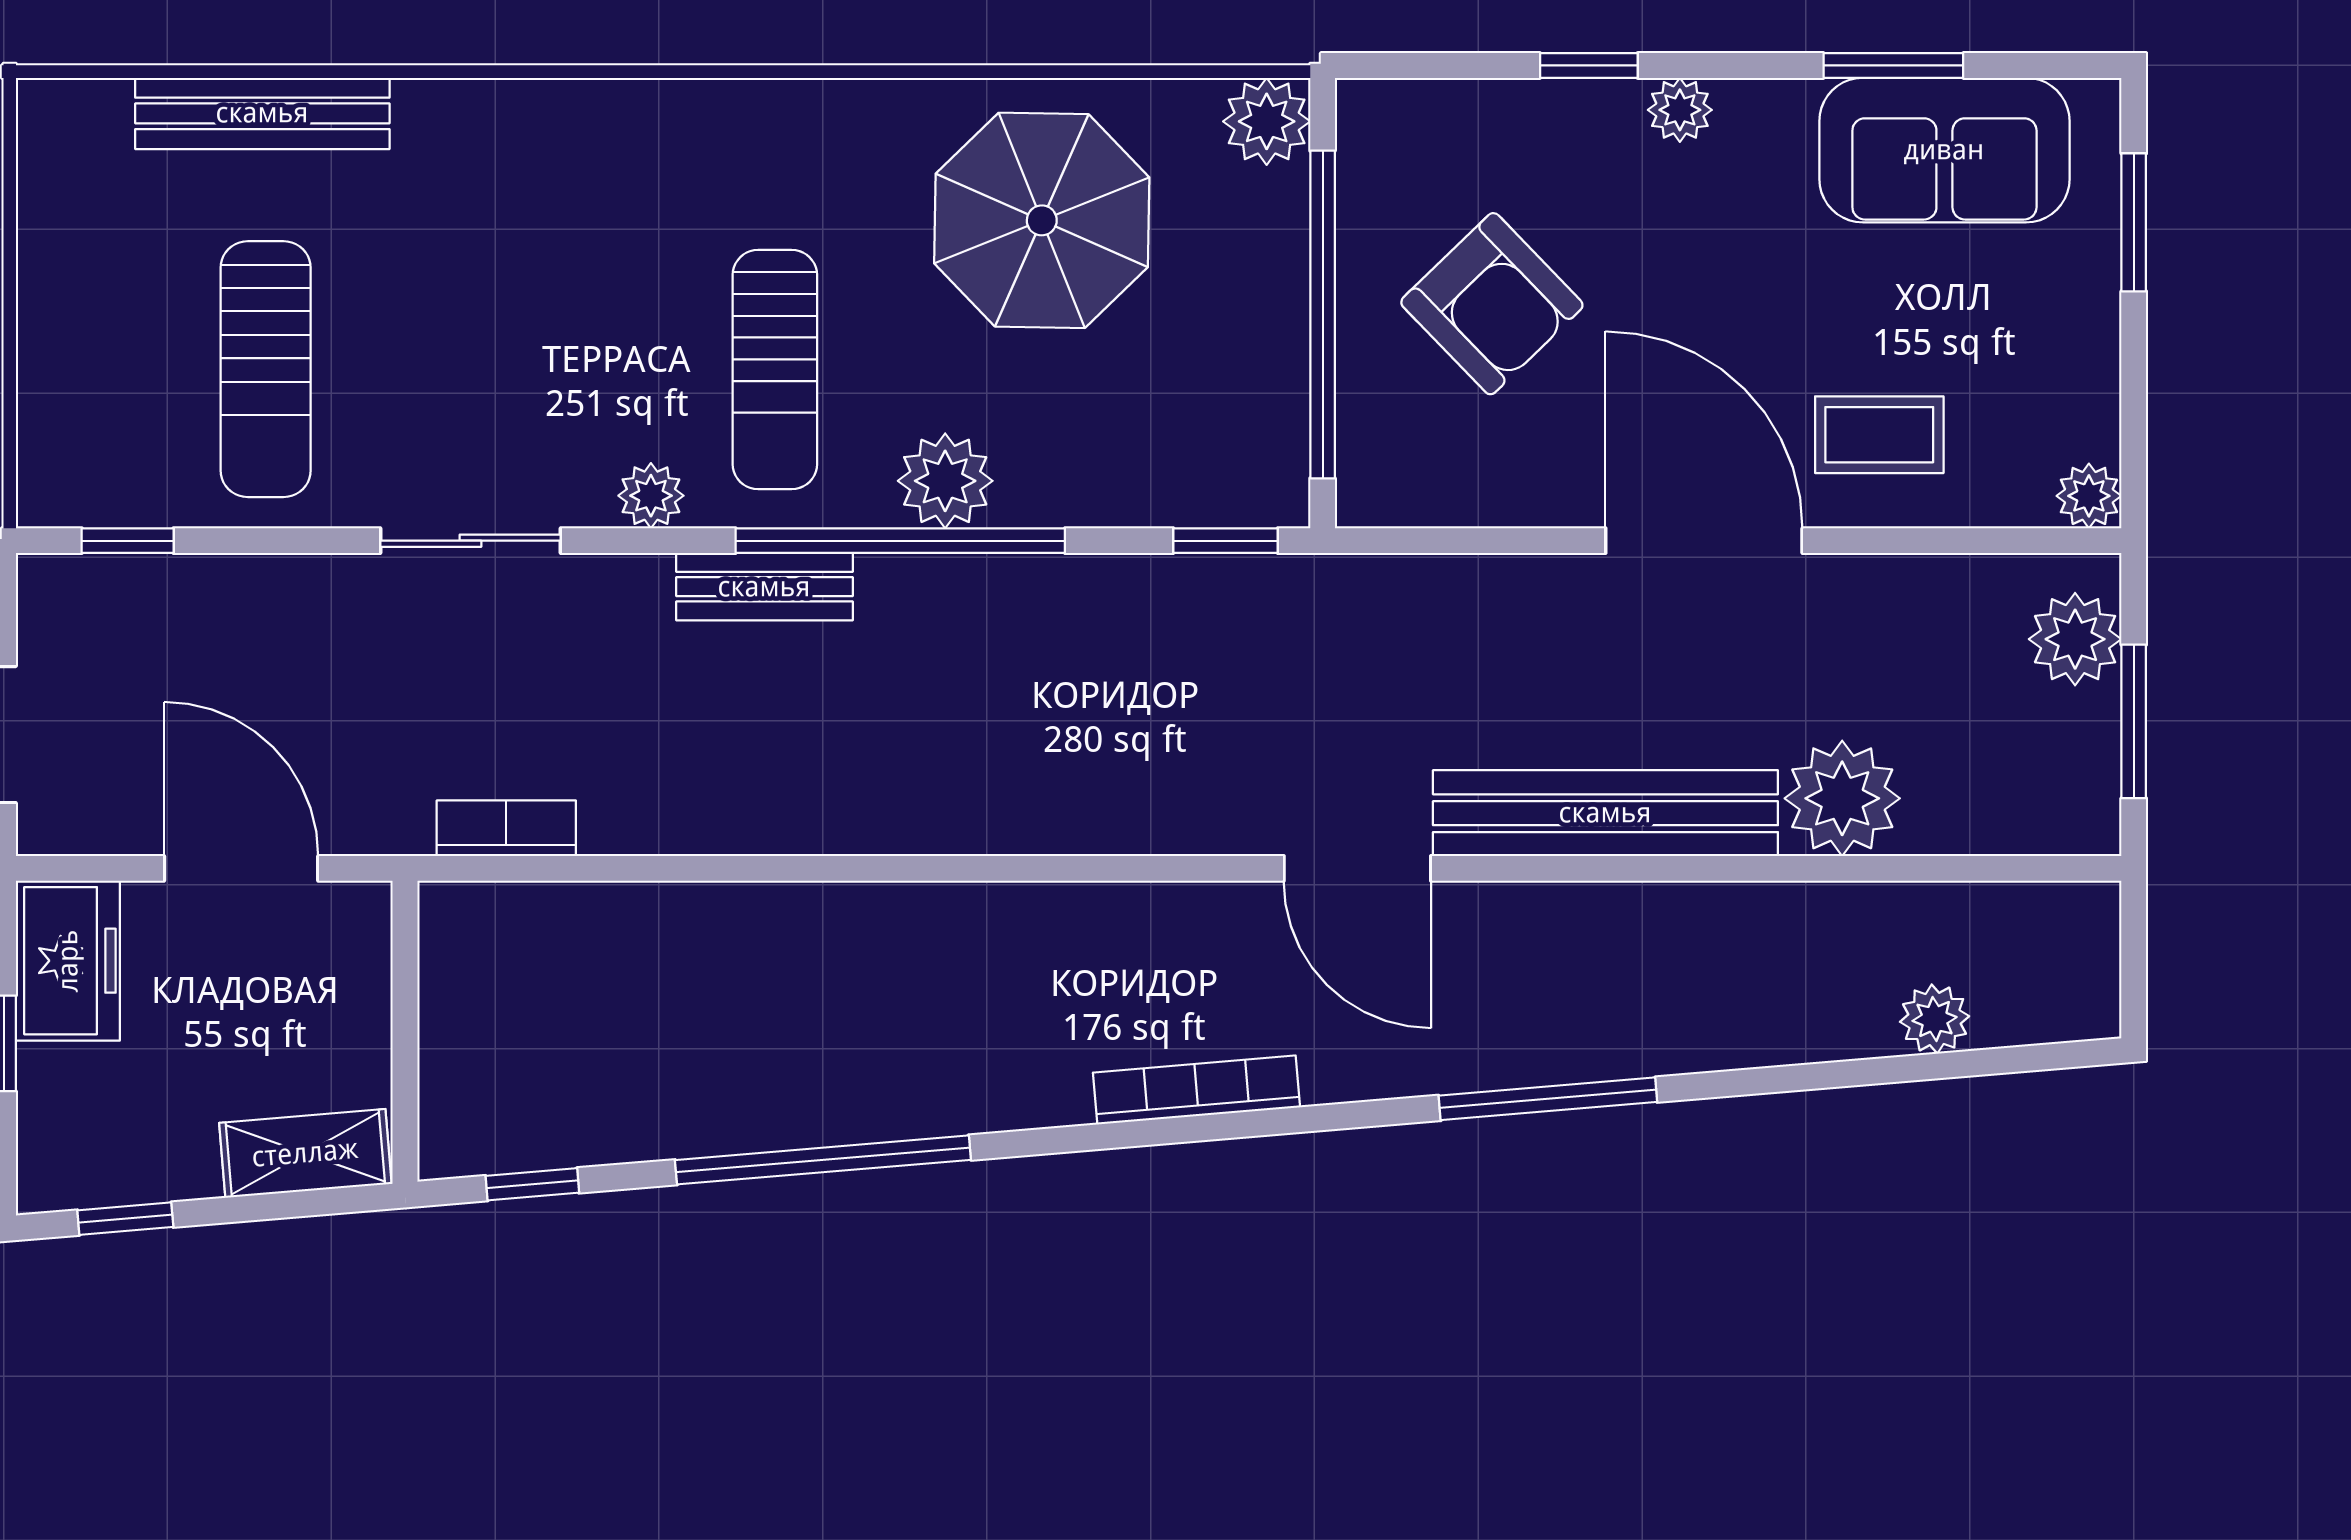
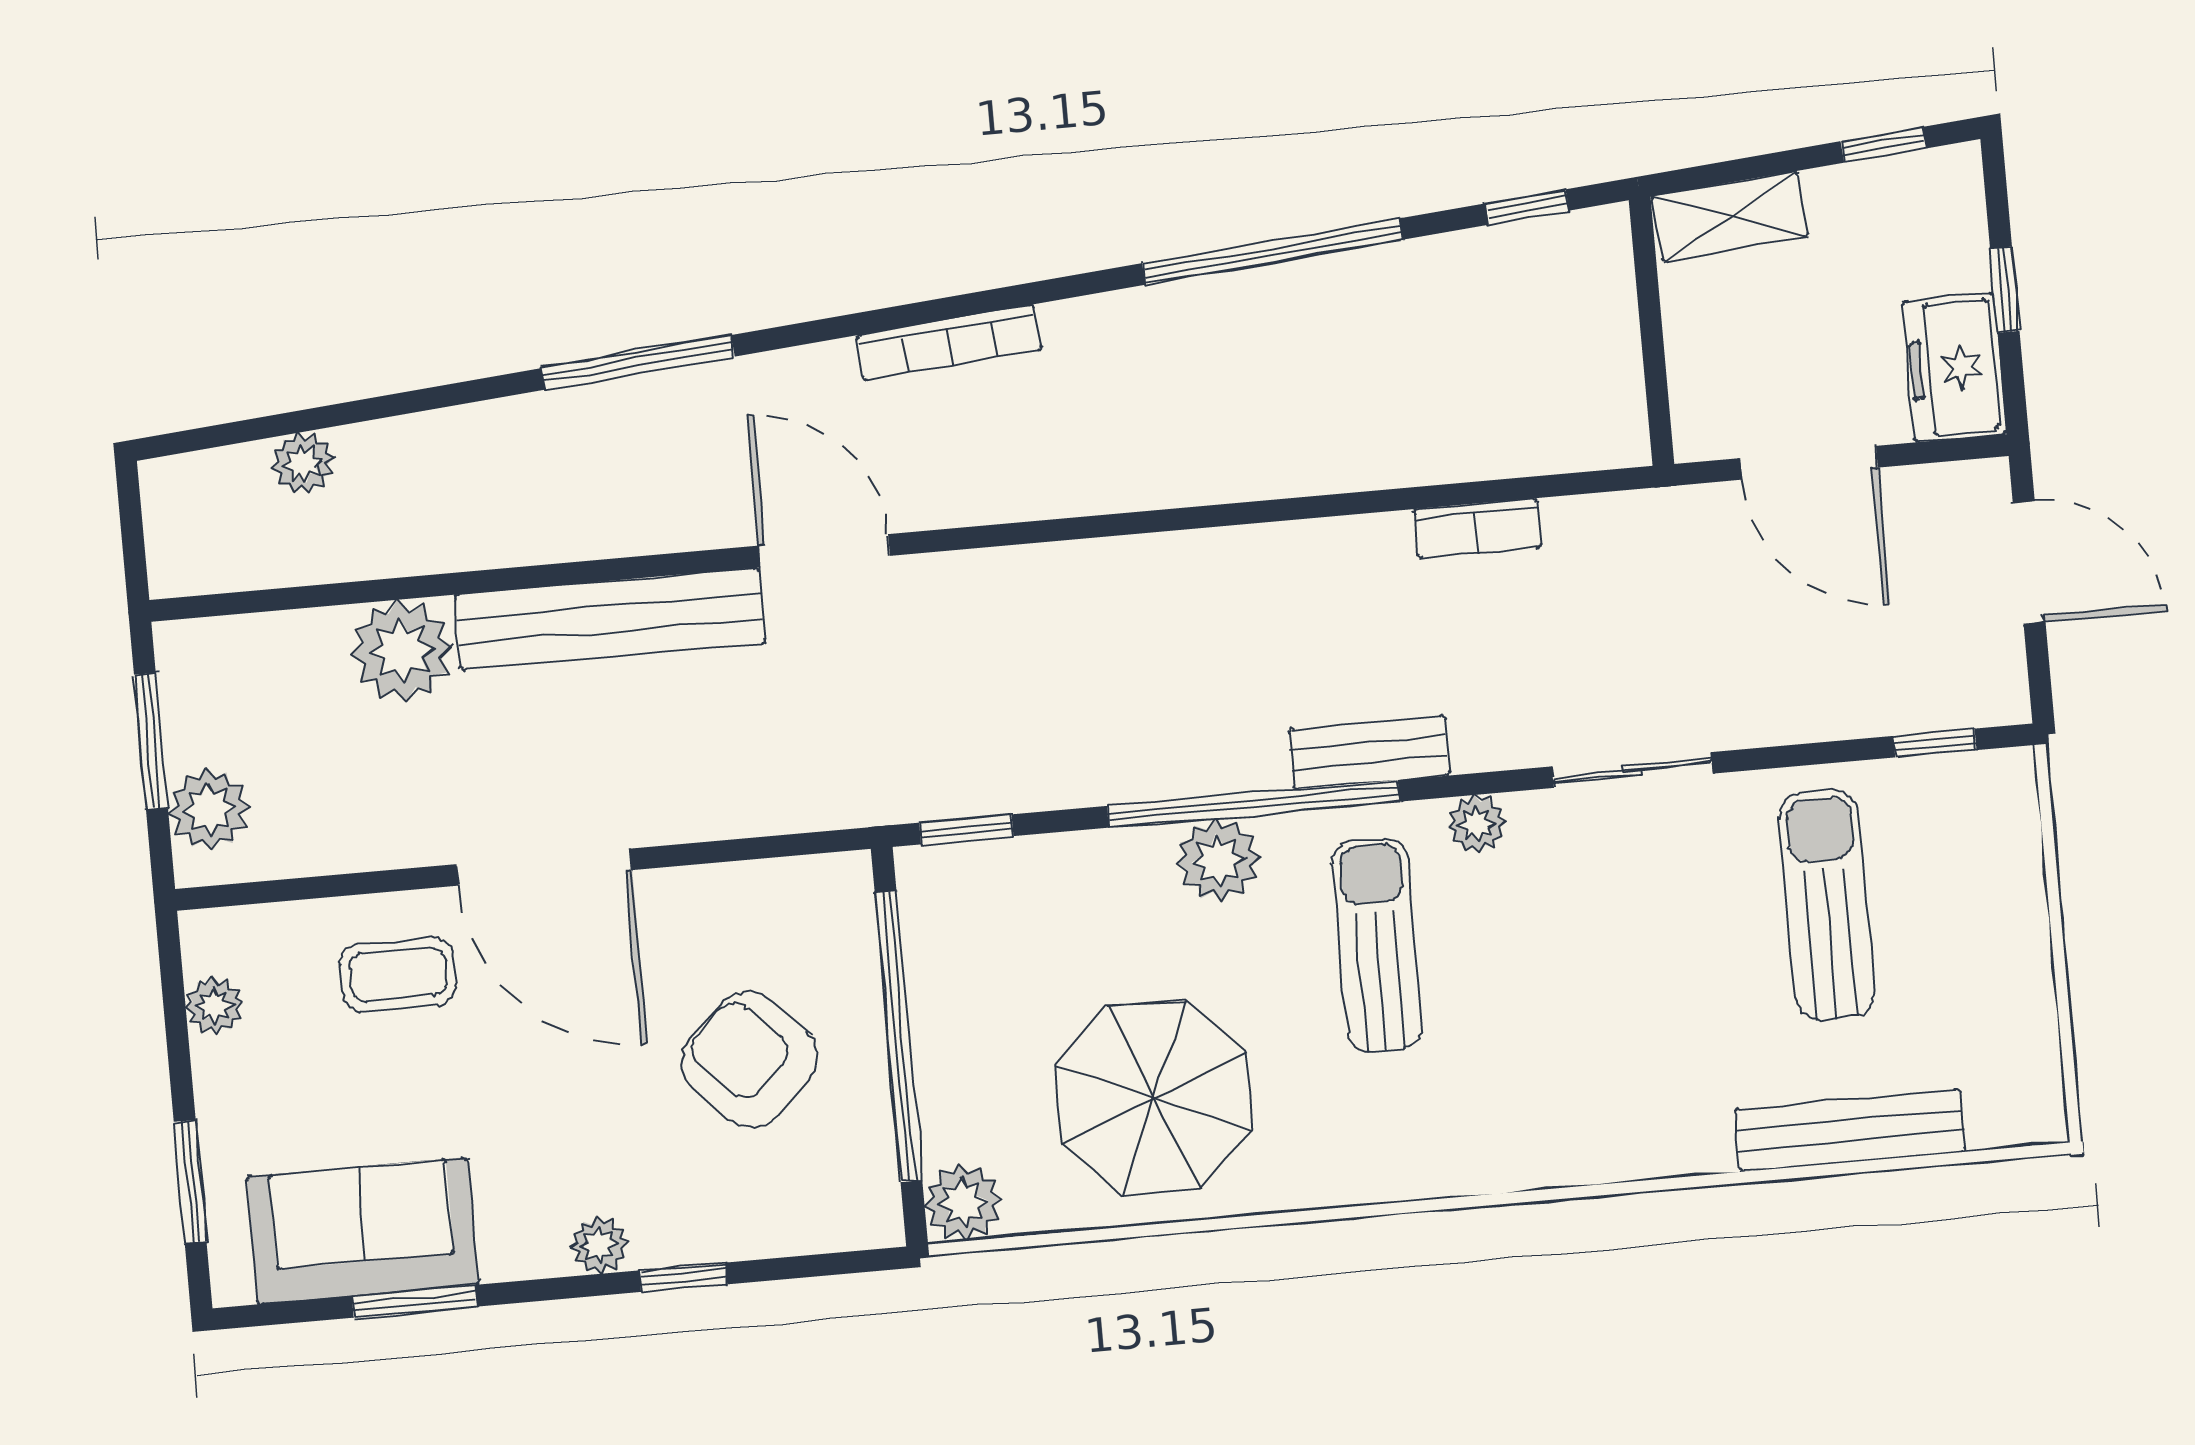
plant: (2089, 496) -> (214, 1006), moved
bookcase: (506, 828) -> (1477, 528), moved

